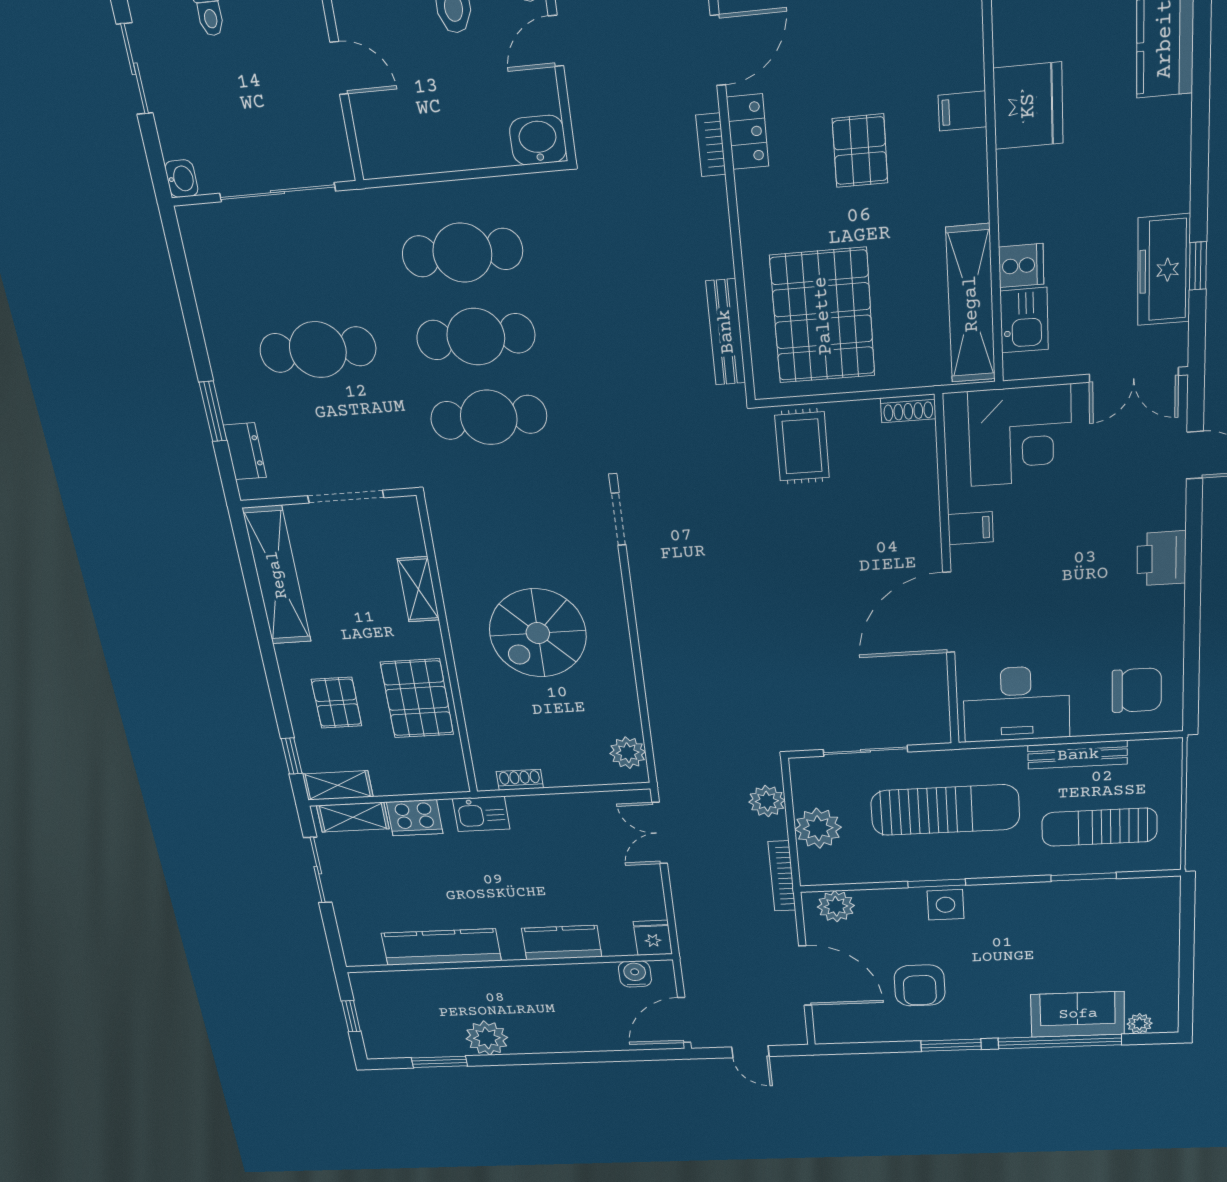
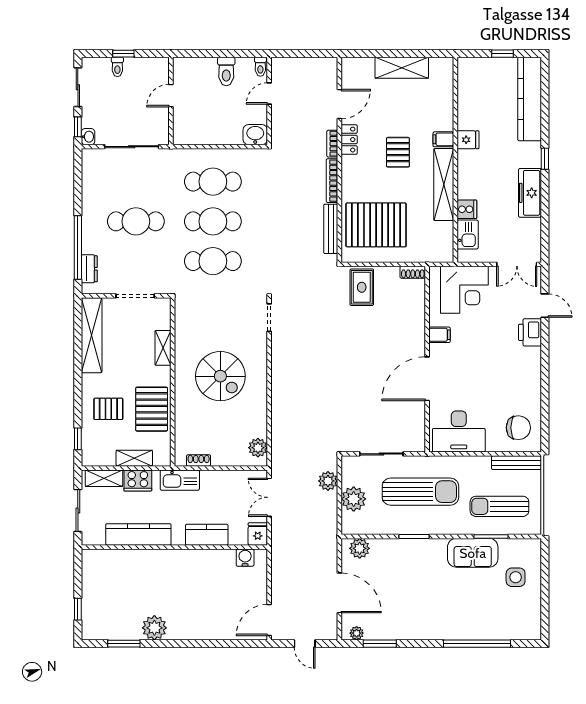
door: (339, 68) -> (171, 96), swing flipped
fridge: (1028, 106) -> (468, 140), width x0.53, depth x0.75
window: (155, 159) -> (78, 127), added
window: (1198, 266) -> (545, 159), moved
freezer: (1164, 270) -> (530, 193), moved
shelving: (971, 304) -> (444, 184), moved
pallet: (823, 316) -> (376, 225), turned 90
window: (213, 411) -> (78, 247), width x2.11
printer: (1162, 558) -> (530, 332), moved
spiral stairs: (538, 633) -> (220, 376), turned -90
pallet: (337, 703) -> (108, 409), turned 90
bench: (1078, 755) -> (516, 463), moved
shelving: (338, 785) -> (134, 458), moved
kitchen sink: (481, 814) -> (180, 480), width x1.38
bookcase: (782, 876) -> (332, 181), moved
side table: (946, 905) -> (516, 577), moved
fridge: (653, 938) -> (258, 534), moved
kitchen counter: (562, 943) -> (207, 535), moved
kitchen counter: (441, 947) -> (138, 534), moved
wall: (508, 963) -> (174, 547), moved
water cooler: (635, 974) -> (245, 558), moved
armchair: (920, 985) -> (402, 602), removed
sofa: (1078, 1014) -> (473, 553), moved, turned 180
plant: (1140, 1024) -> (357, 633), moved
window: (951, 1045) -> (380, 644), moved

